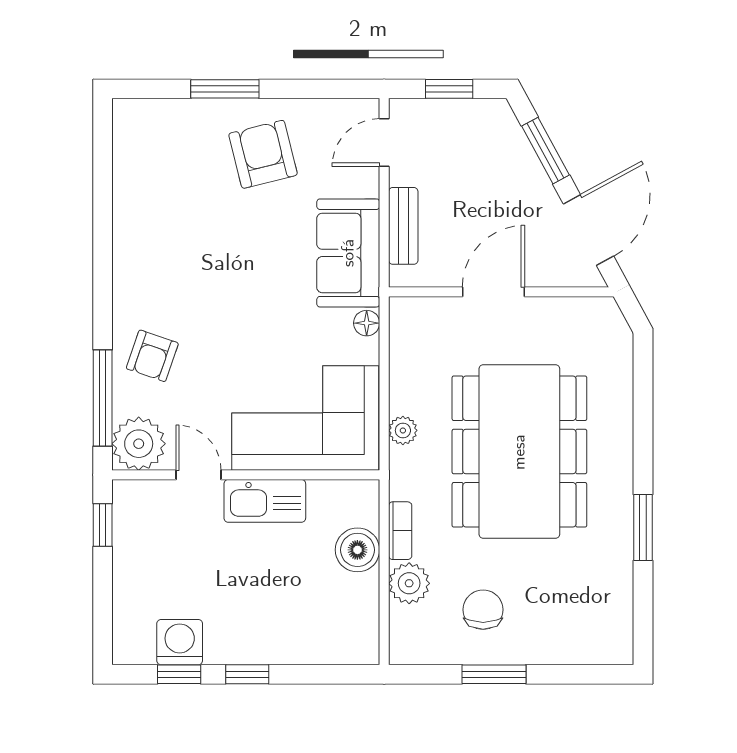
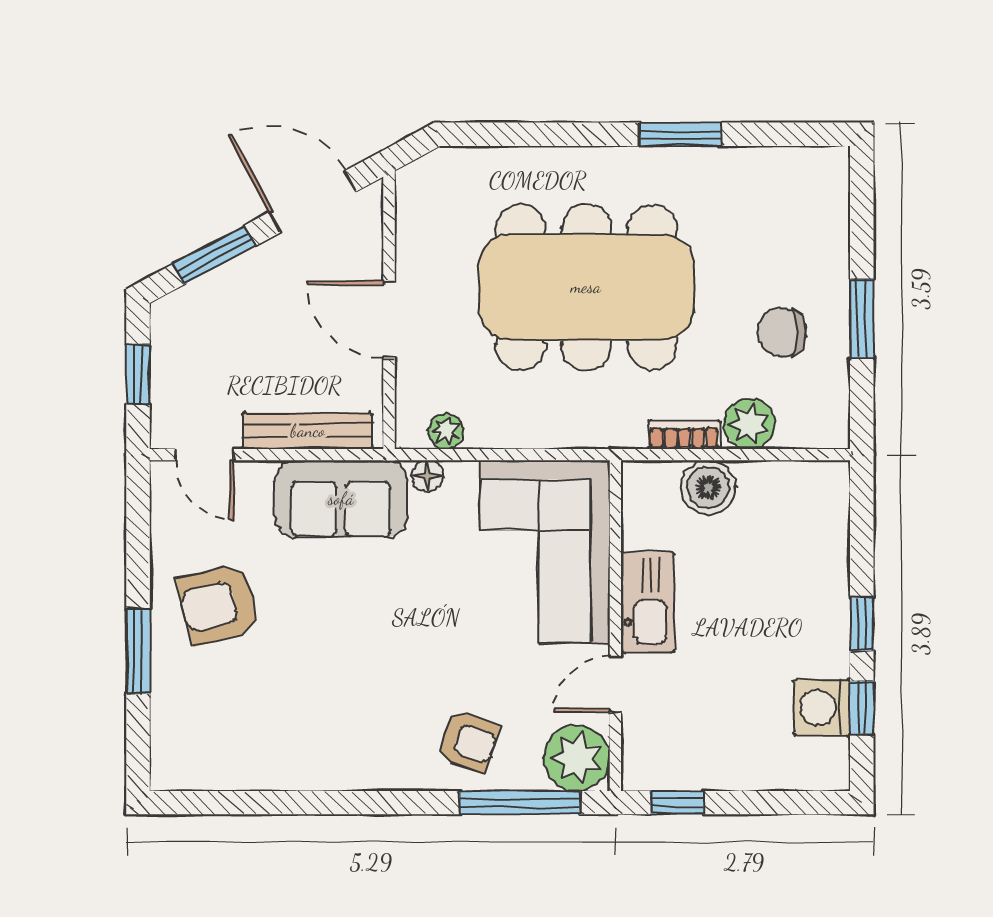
bench: (403, 226) -> (308, 431), width x1.36
plant: (403, 430) -> (446, 431), moved

